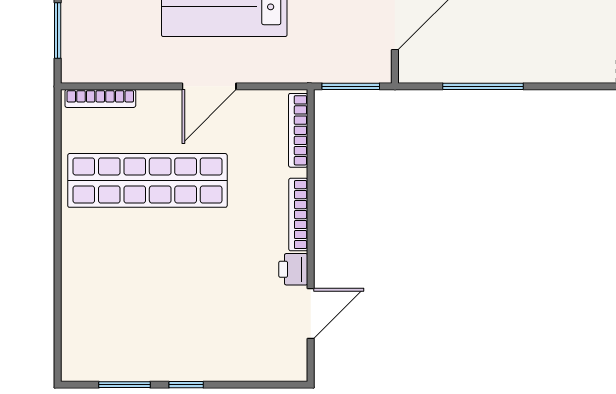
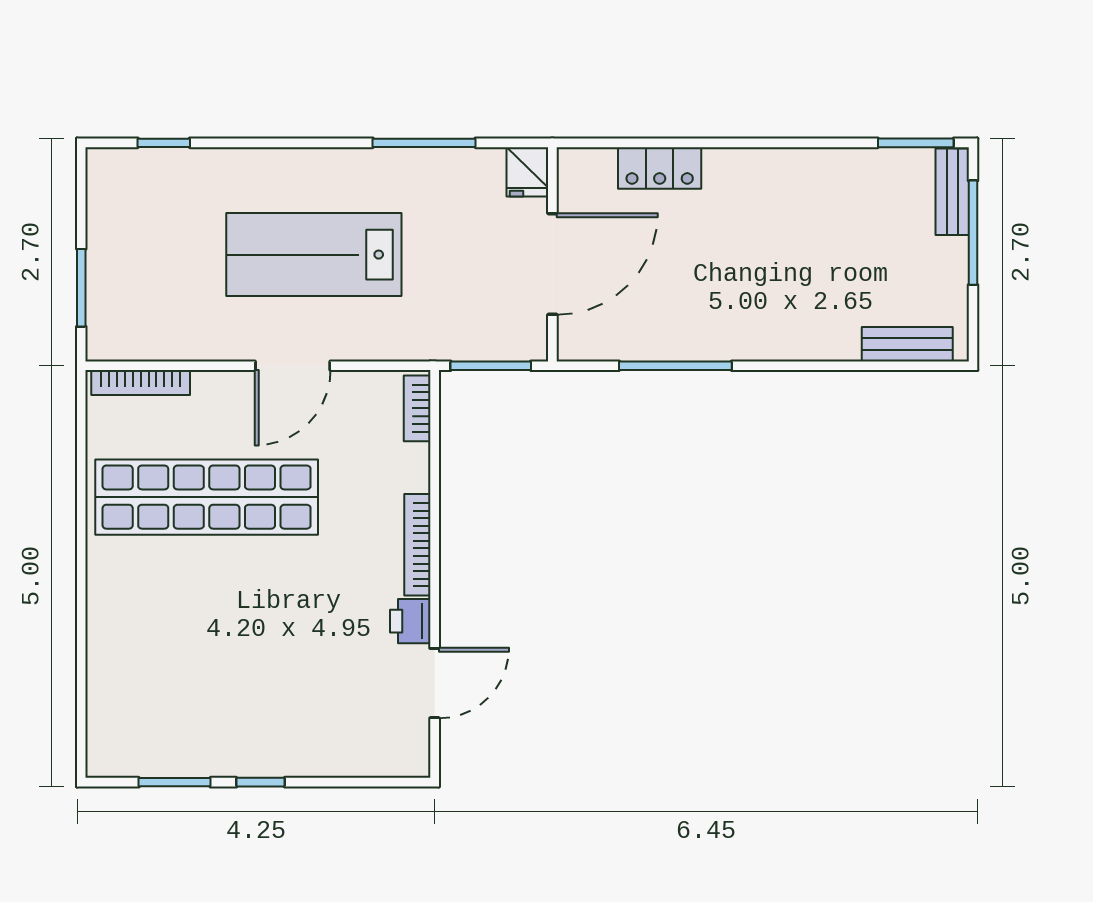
bookcase: (298, 130) -> (417, 408), width x0.64

